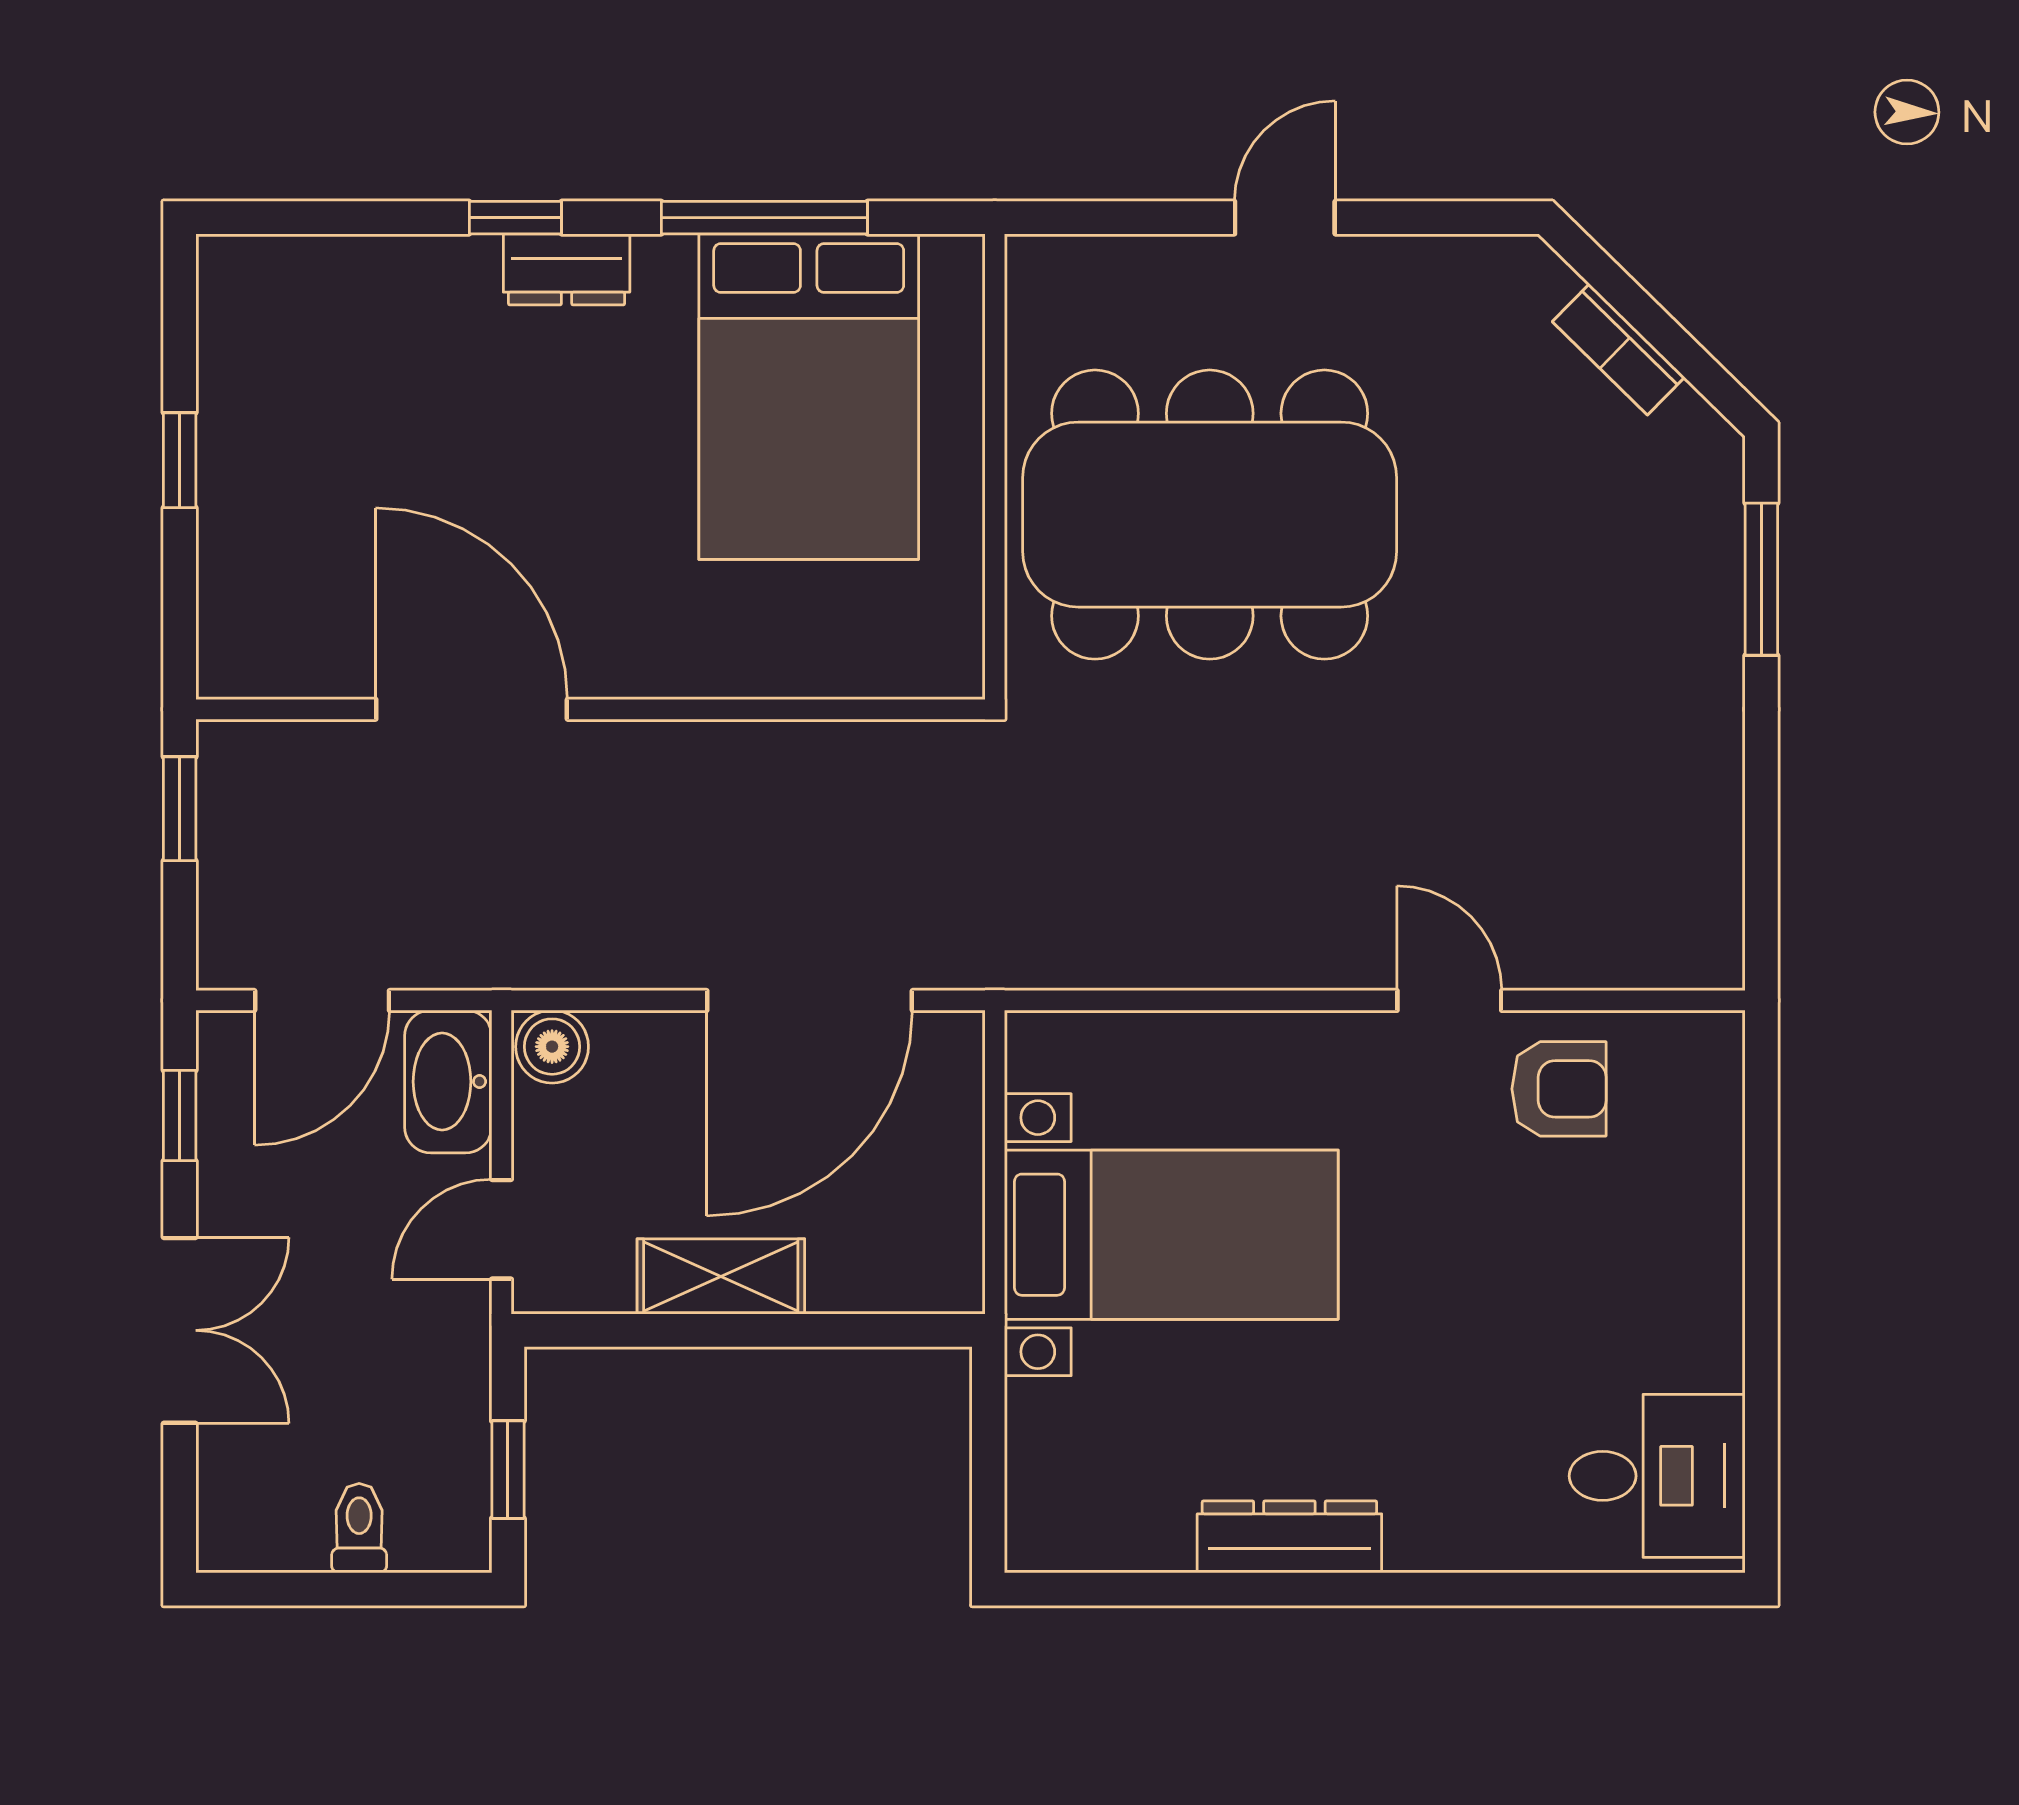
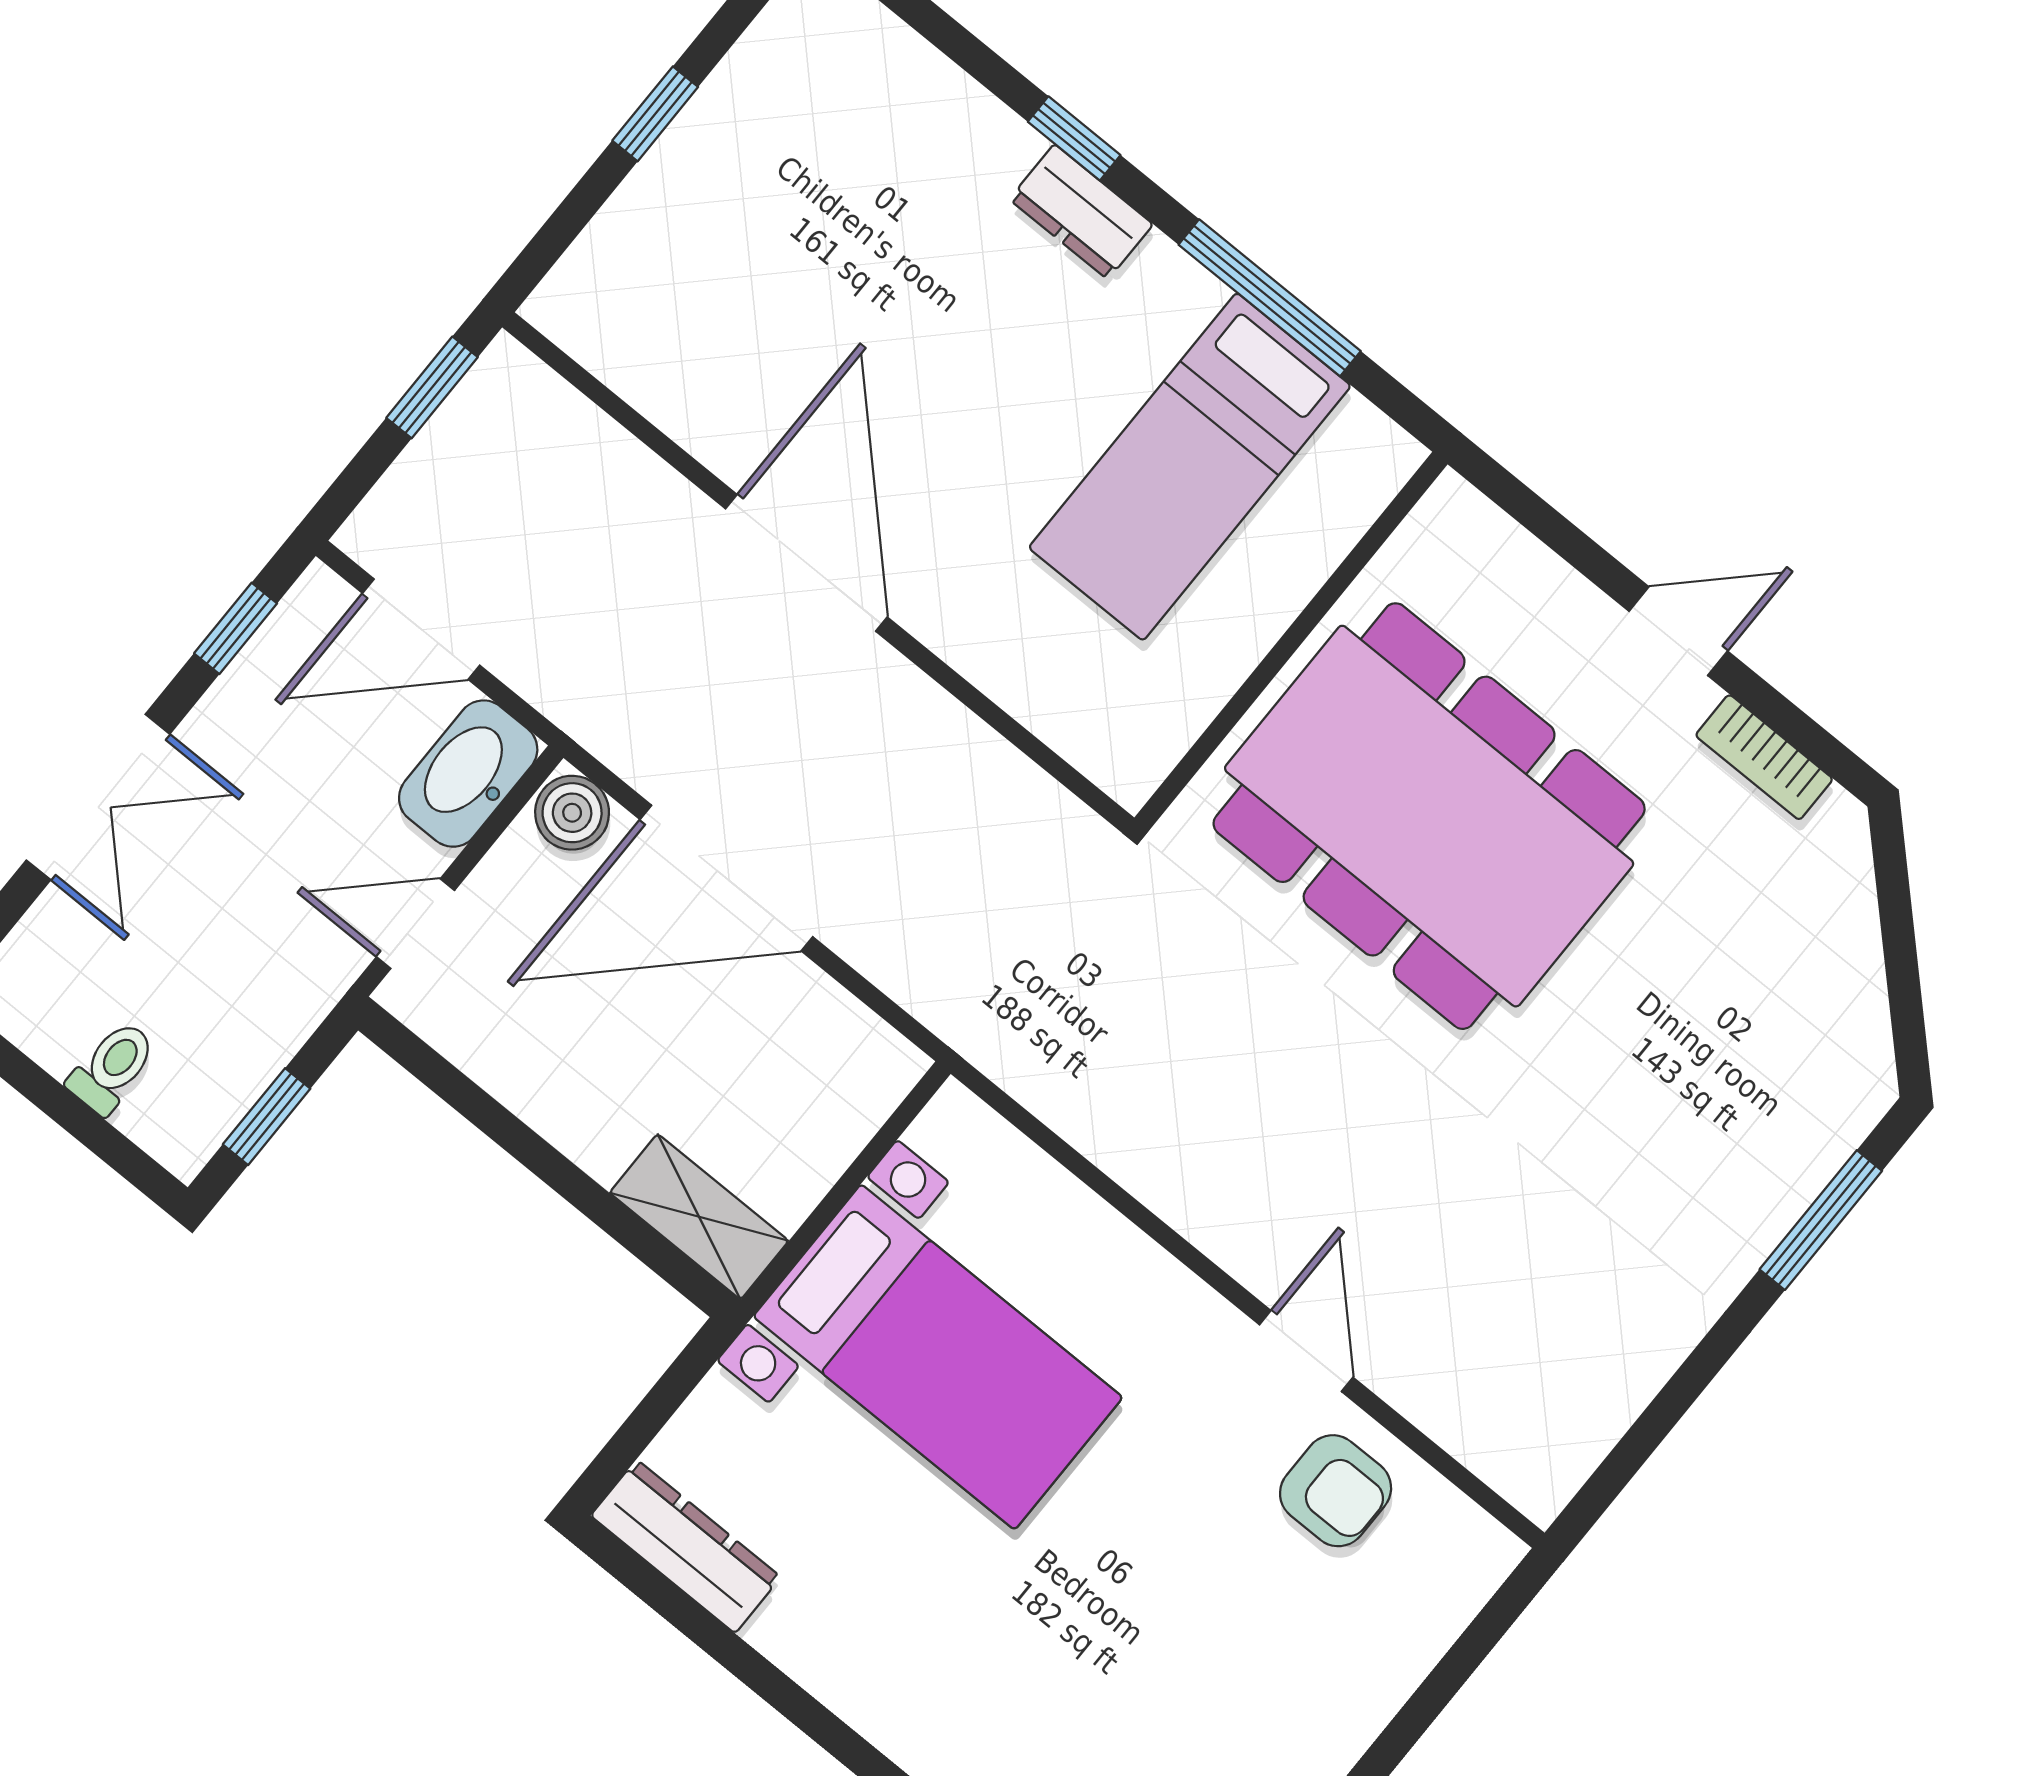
bookcase: (1619, 349) -> (1764, 757), moved, turned -44
bed: (809, 397) -> (1190, 467), width x0.67
door: (472, 709) -> (806, 563), moved
door: (810, 1000) -> (726, 878), moved
shelving: (721, 1276) -> (699, 1217), moved
dresser: (1289, 1537) -> (686, 1546), moved

